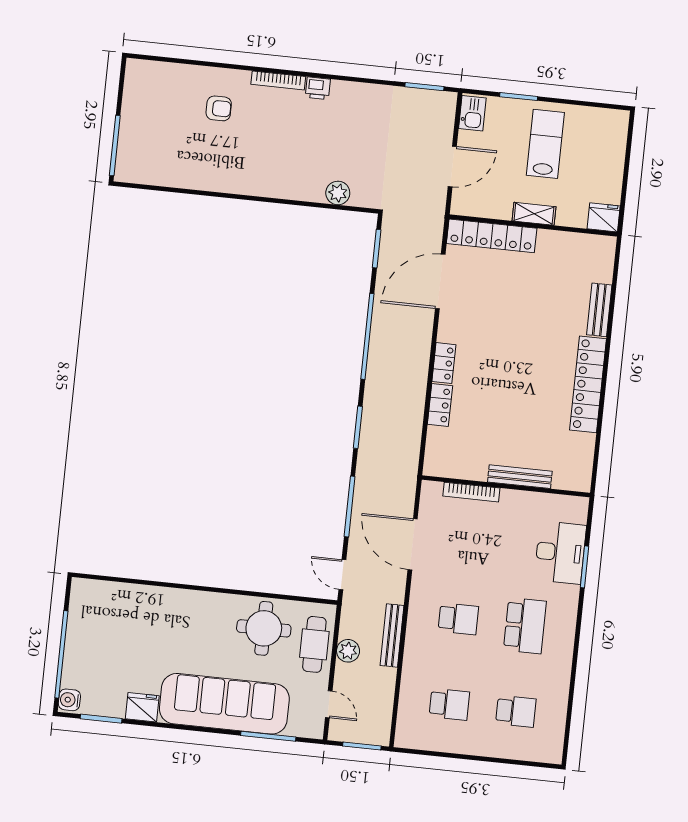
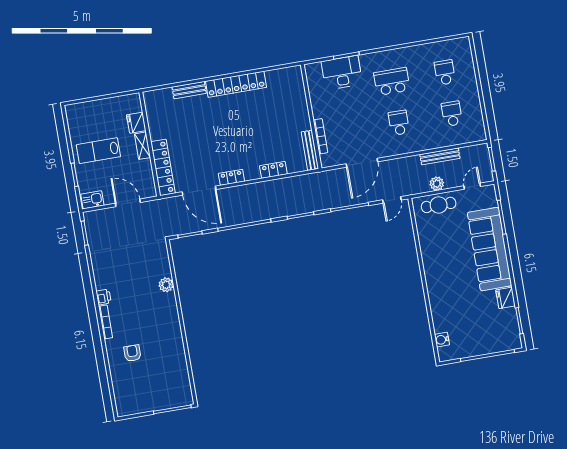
plant: (338, 193) -> (166, 285), moved
fridge: (604, 217) -> (136, 123), moved
locker: (444, 363) -> (231, 177), moved
bench: (520, 477) -> (310, 150), moved
round table: (264, 628) -> (438, 238), removed
bench: (392, 635) -> (440, 156), moved
water cooler: (69, 700) -> (442, 340), moved, turned 90

